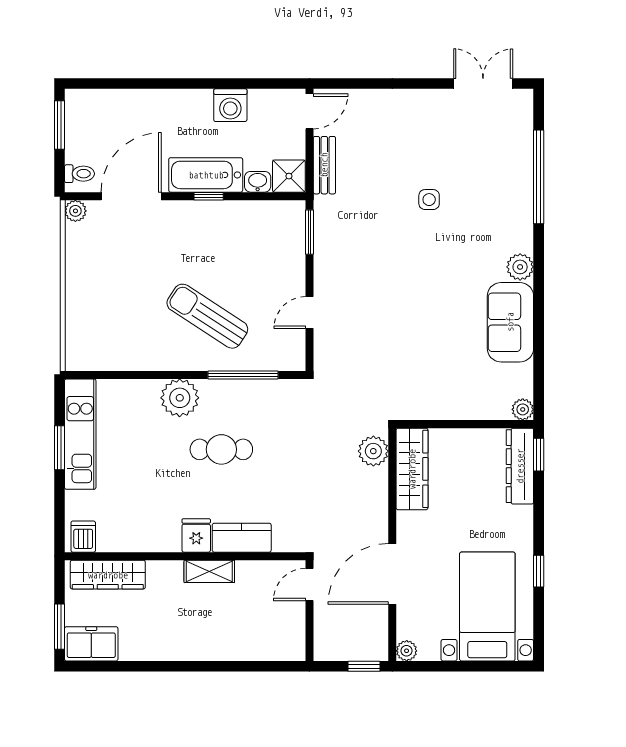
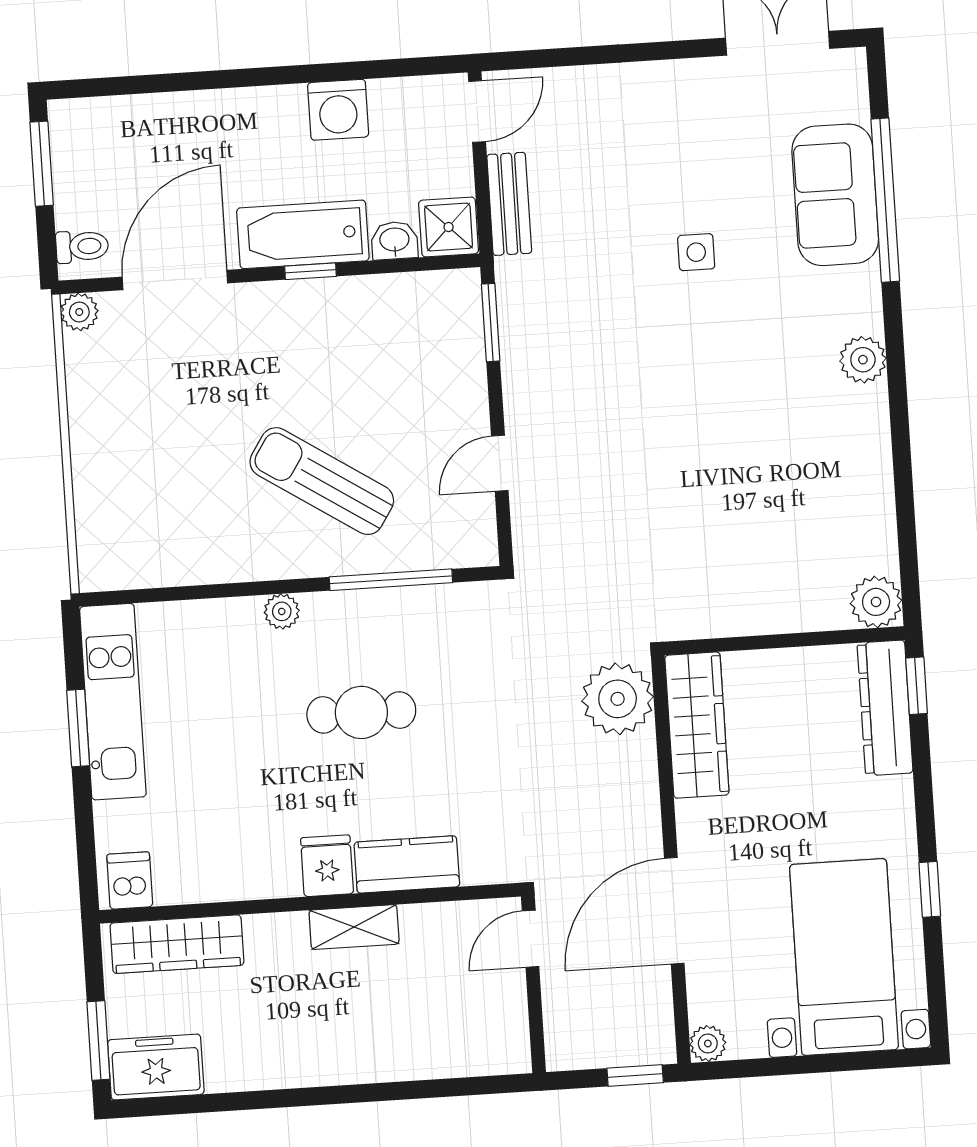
sofa: (510, 322) -> (835, 195), moved
plant: (180, 398) -> (282, 611), width x0.53, depth x0.53
plant: (523, 409) -> (876, 602), width x1.38, depth x1.38
plant: (373, 451) -> (618, 699), width x1.36, depth x1.36

